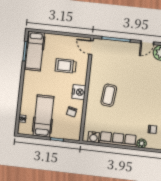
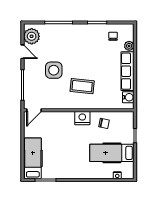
hospital bed: (35, 51) -> (33, 158), moved, turned -90
trolley: (66, 66) -> (56, 135), removed
side table: (127, 70) -> (54, 70), added

